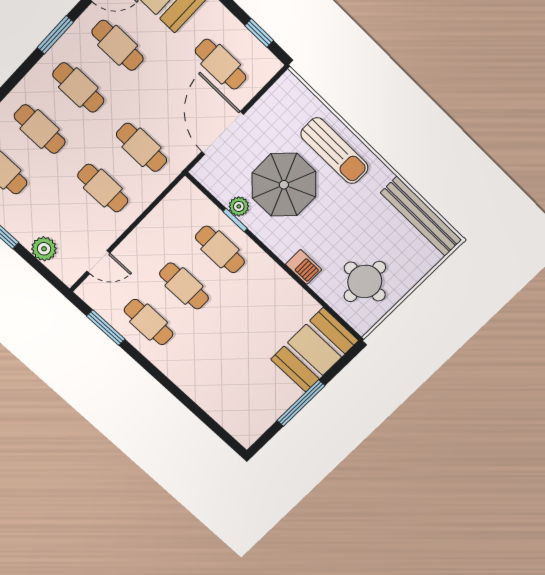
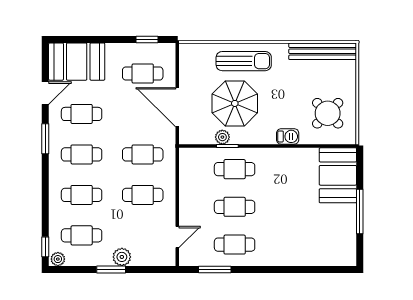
plant: (44, 249) -> (122, 257), moved
round table: (365, 282) -> (328, 113), turned 45

